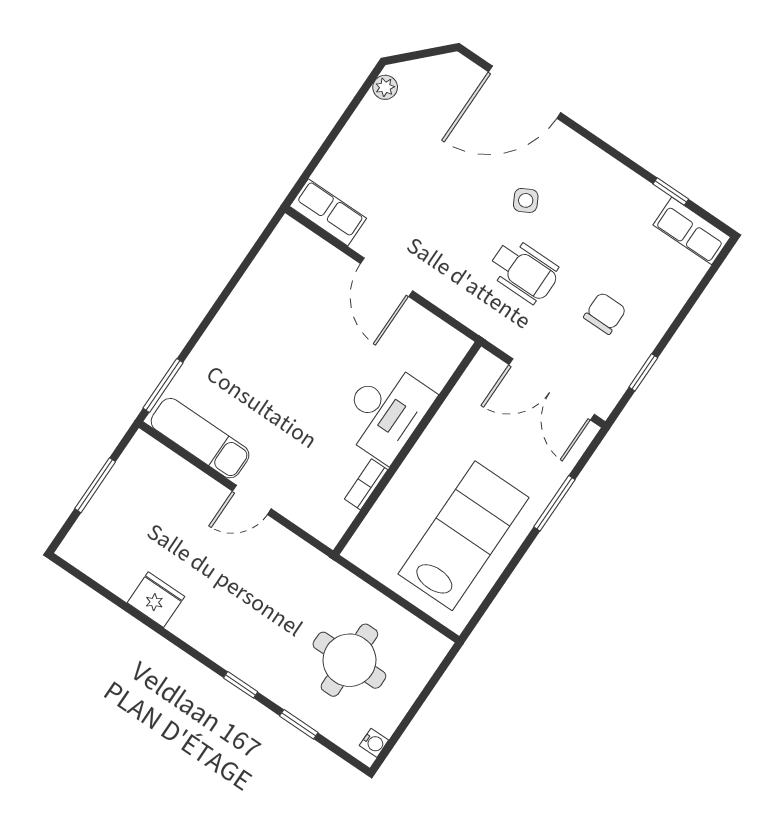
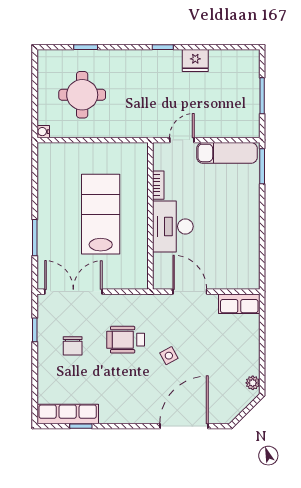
side table: (526, 200) -> (169, 356), moved
row of seats: (692, 231) -> (68, 414), width x1.48
desk: (385, 412) -> (173, 226), moved
wall: (407, 448) -> (150, 216), moved
bookcase: (366, 484) -> (158, 185), moved
lab bench: (464, 536) -> (101, 214), moved, turned 180
window: (241, 685) -> (163, 47), moved
water cooler: (374, 743) -> (43, 132), moved

